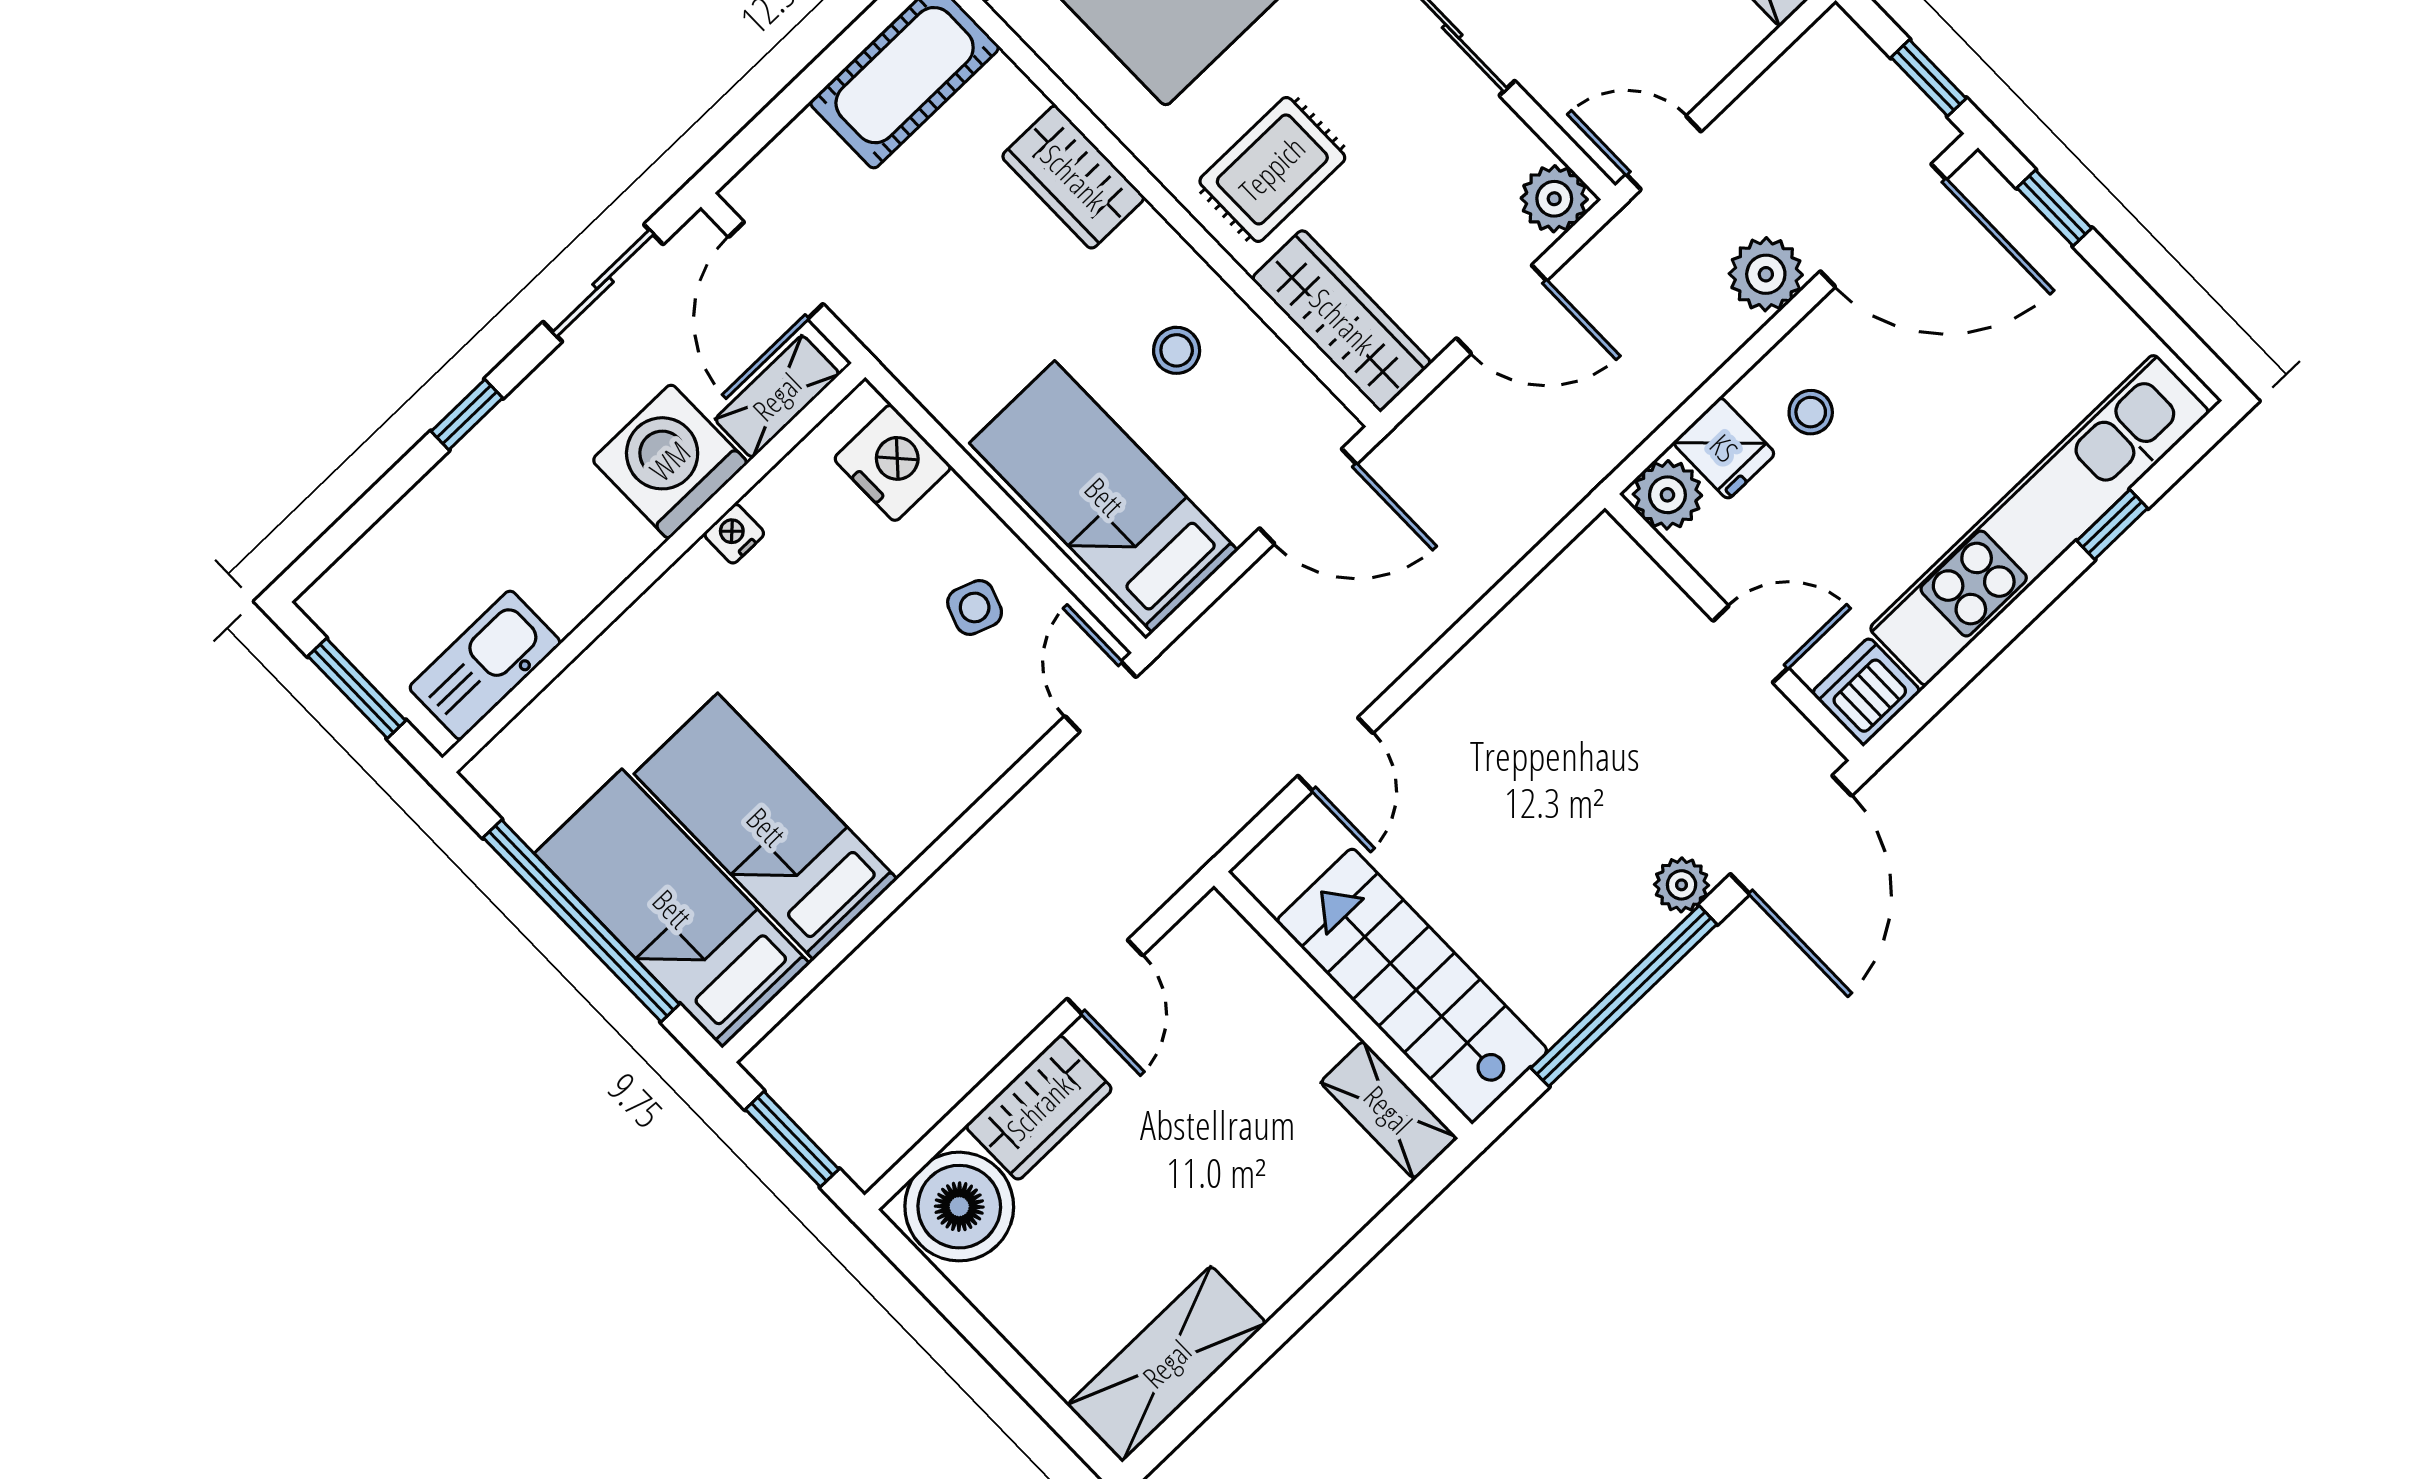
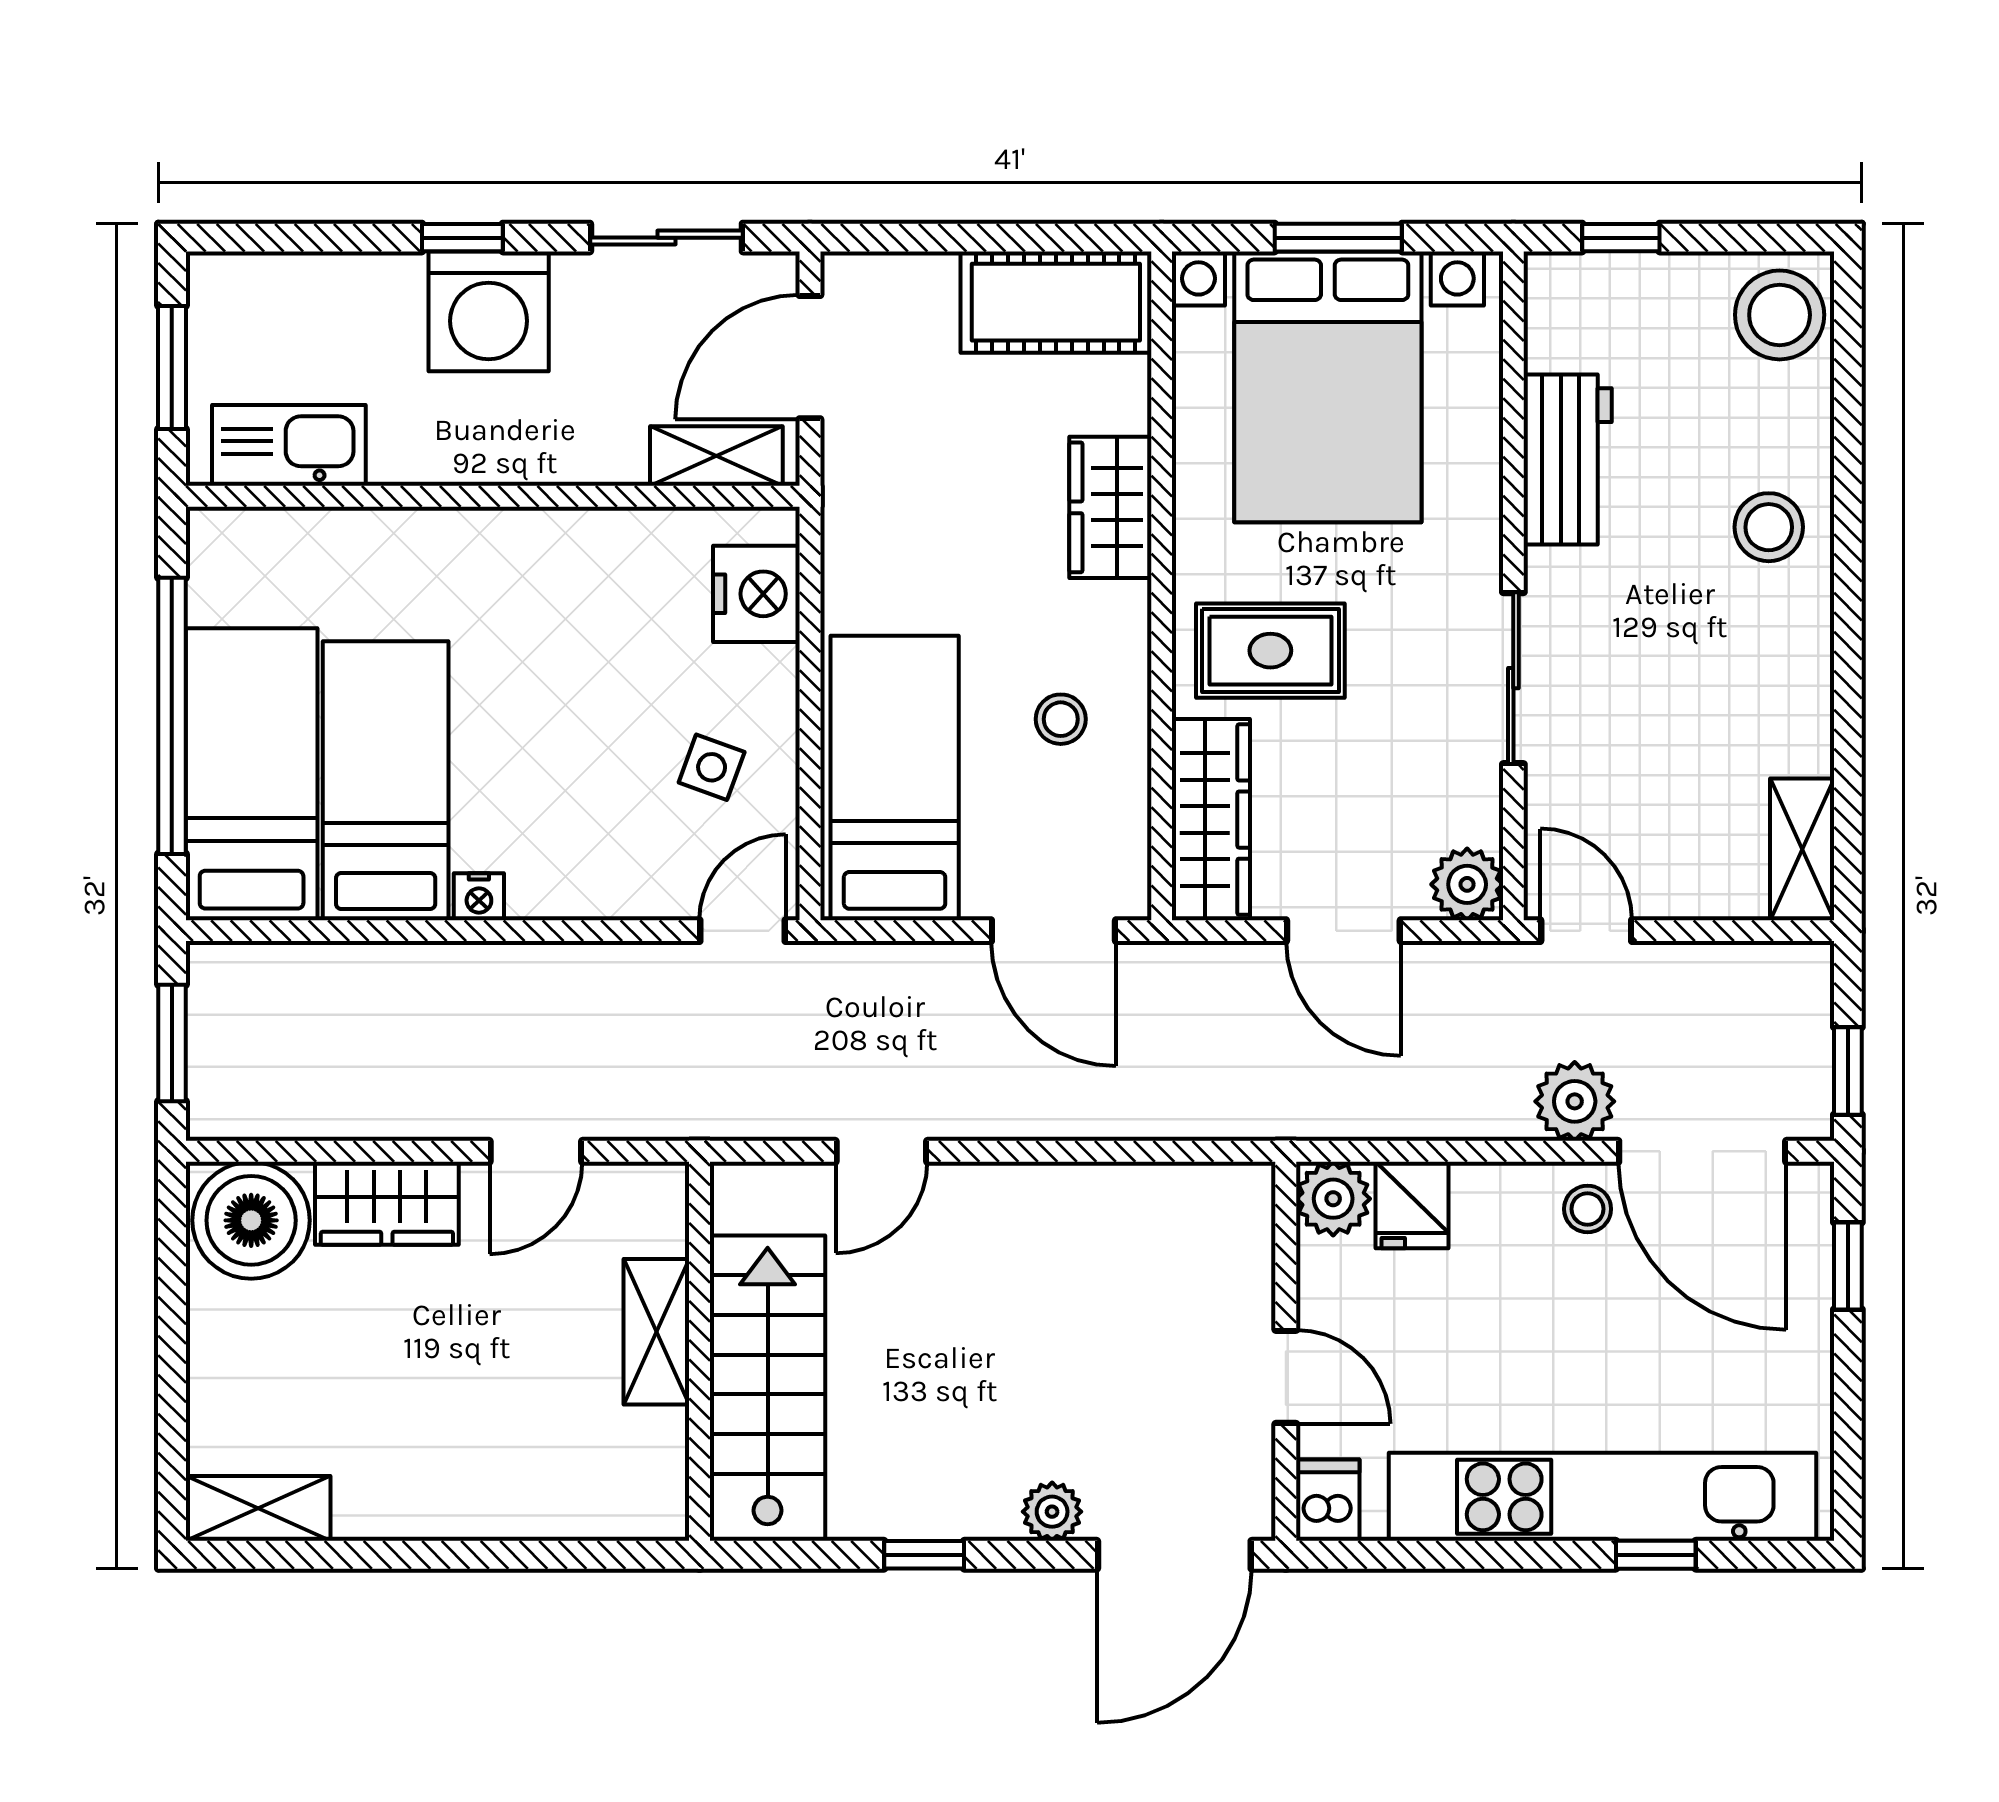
stool: (1811, 412) -> (1588, 1209), moved
washing machine: (670, 461) -> (489, 311), moved, turned 180
nightstand: (734, 534) -> (479, 897), moved, turned 180
dishwasher: (1866, 692) -> (1328, 1500), width x0.73
window: (1624, 996) -> (924, 1555), width x0.32
shelving: (1388, 1110) -> (656, 1332), moved
shelving: (1167, 1364) -> (258, 1508), width x0.67, depth x0.75

